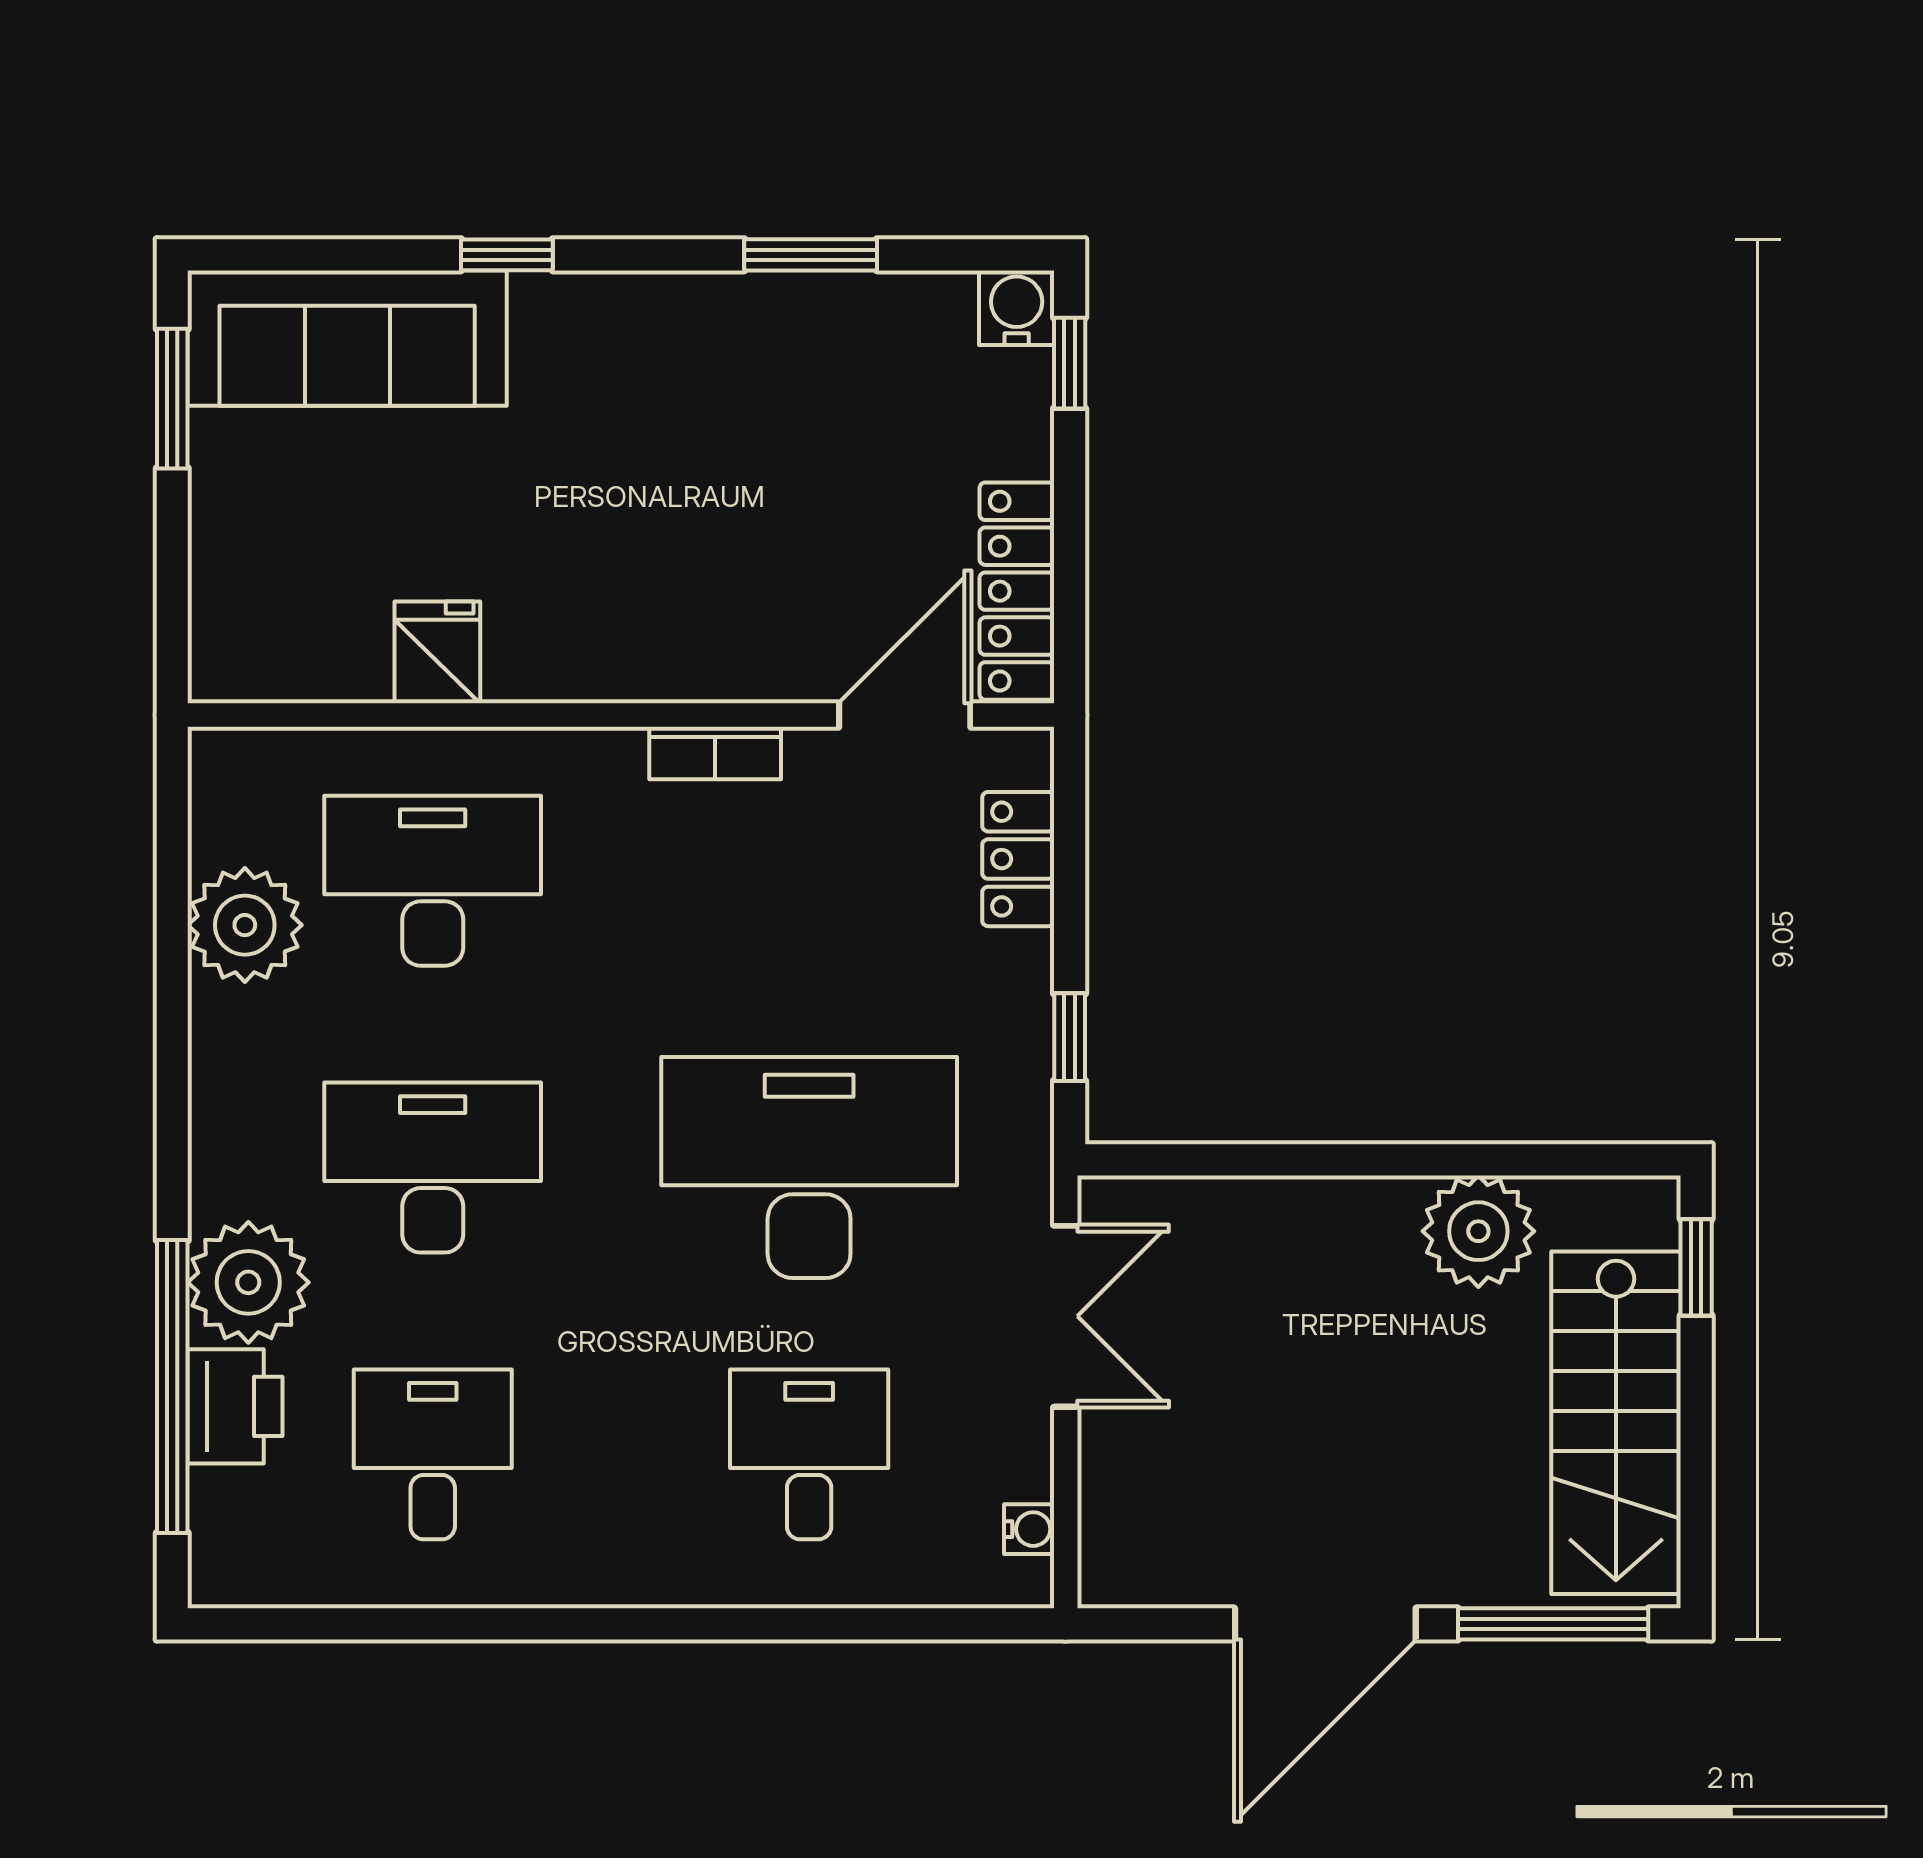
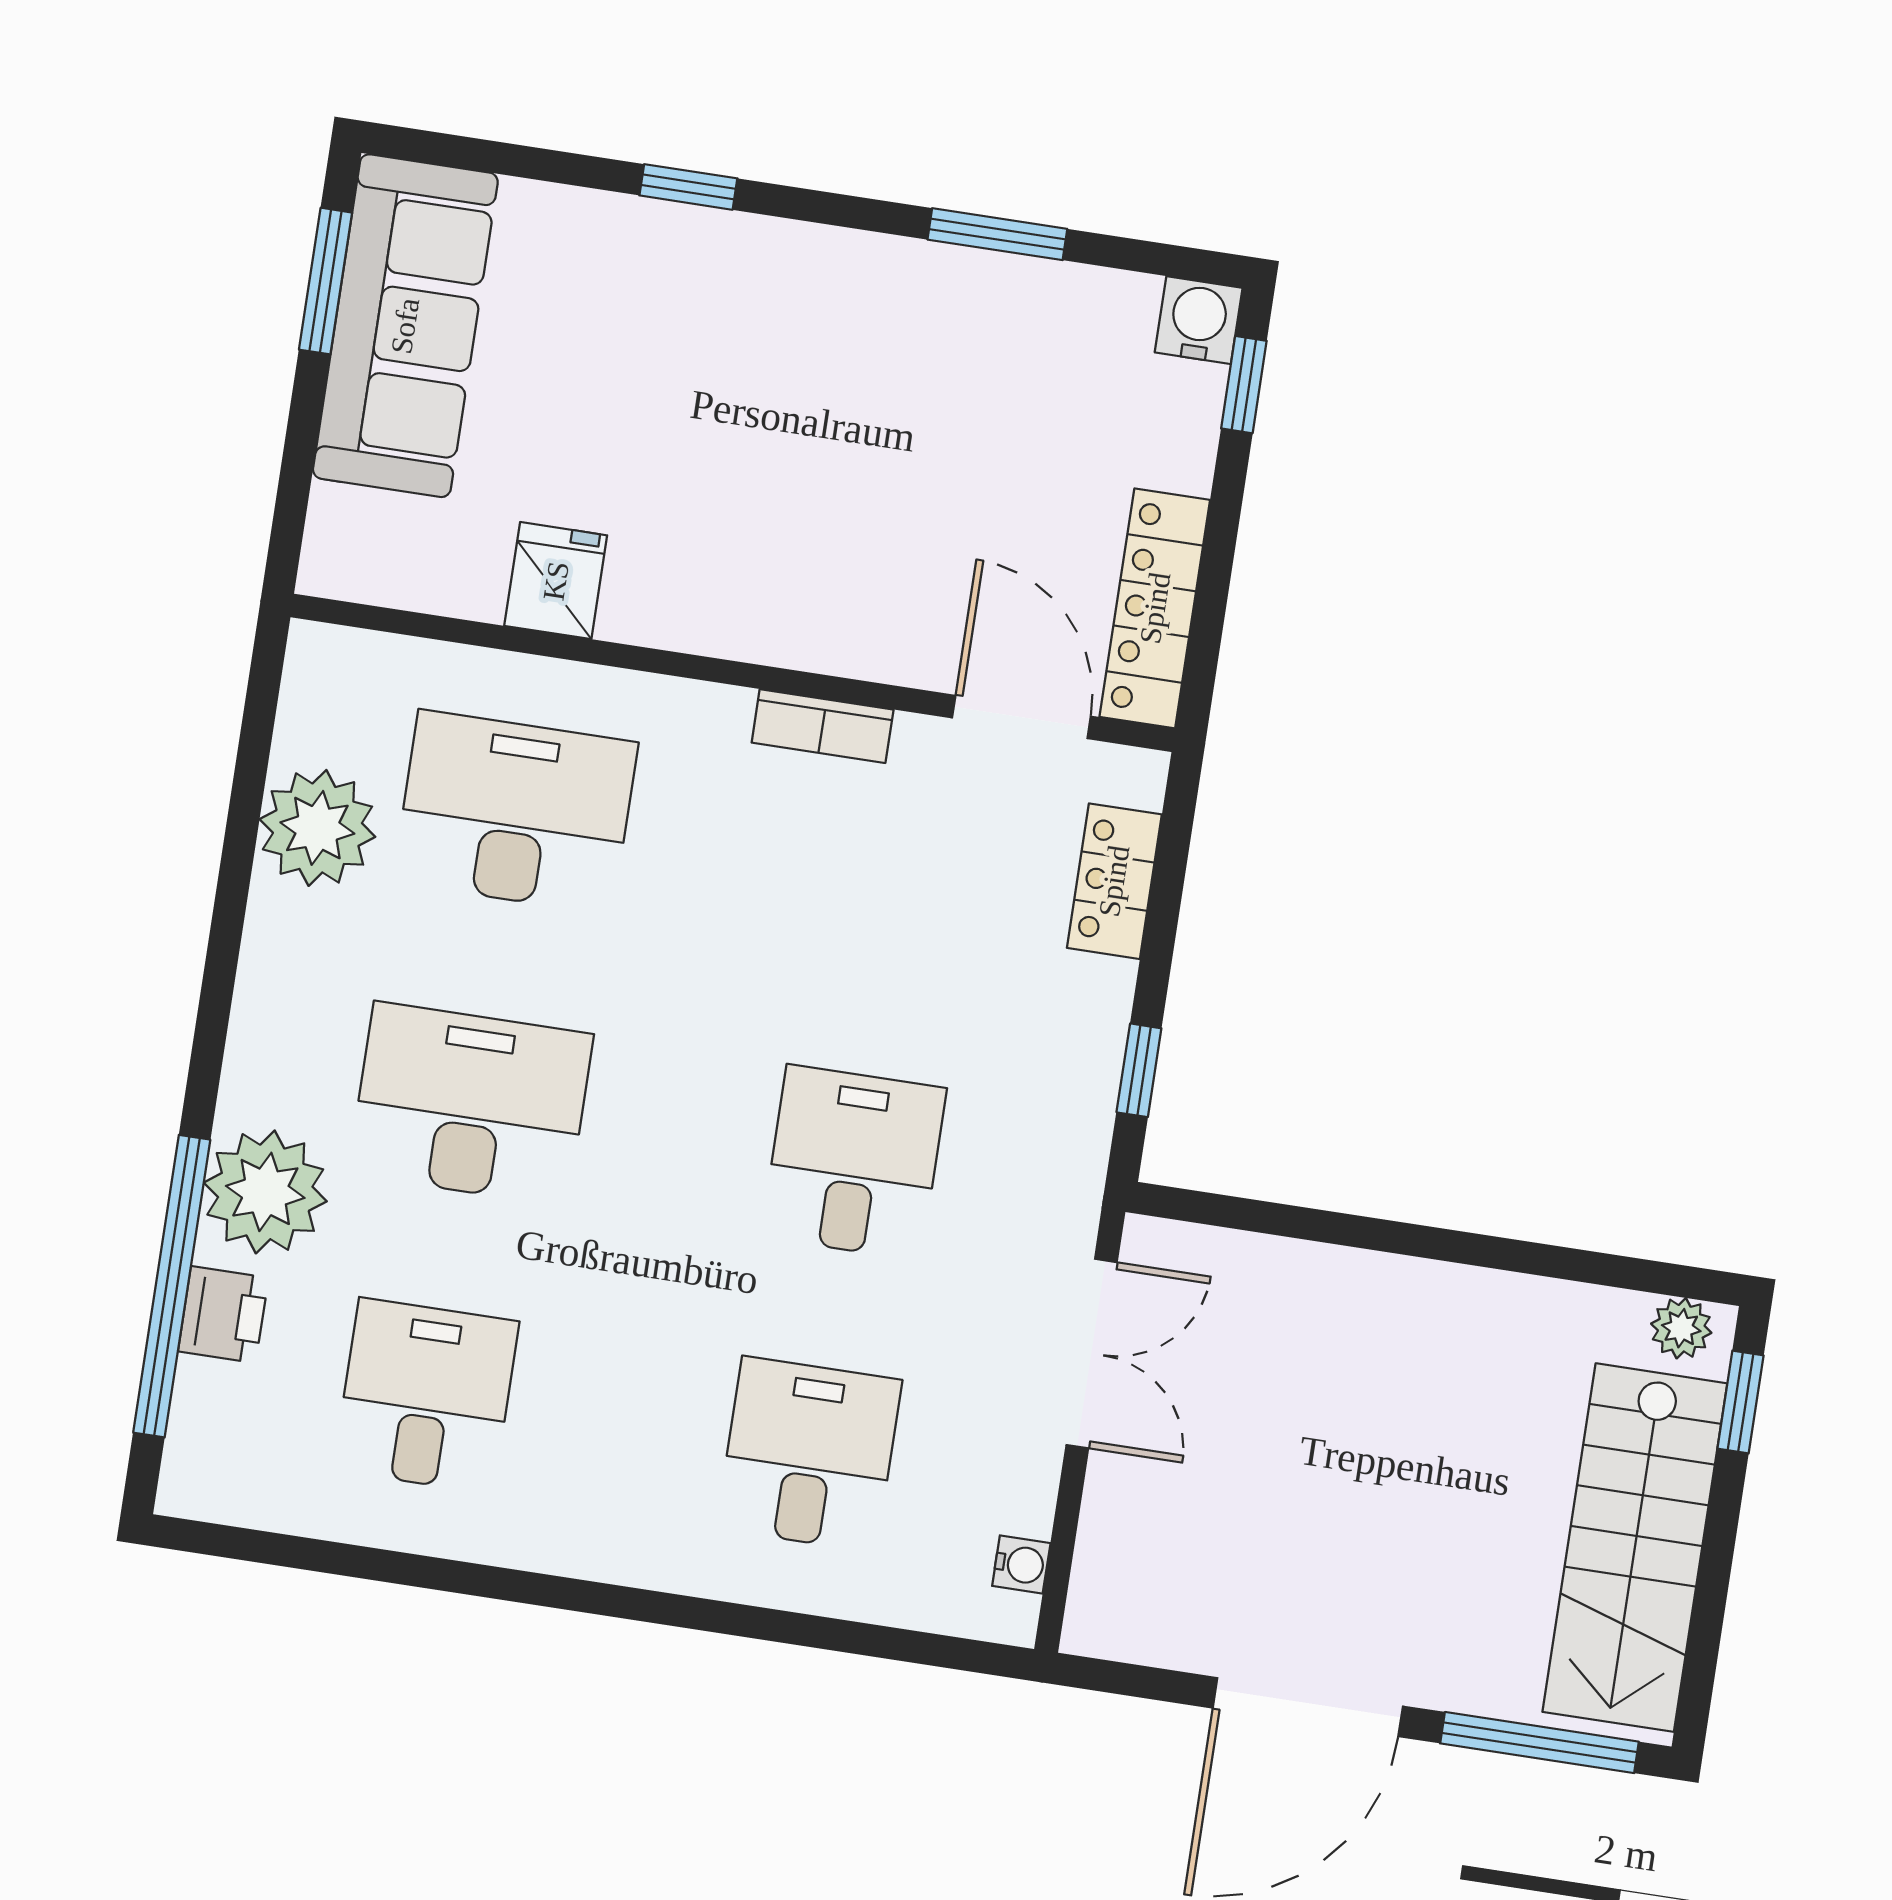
sofa: (347, 338) -> (405, 326), moved, turned -90
door: (905, 715) -> (1021, 717), hinge flipped
desk: (809, 1168) -> (854, 1162), width x0.53, depth x0.77
plant: (1478, 1231) -> (1681, 1328), moved, width x0.53, depth x0.53
printer: (235, 1406) -> (223, 1315), width x0.73, depth x0.81

